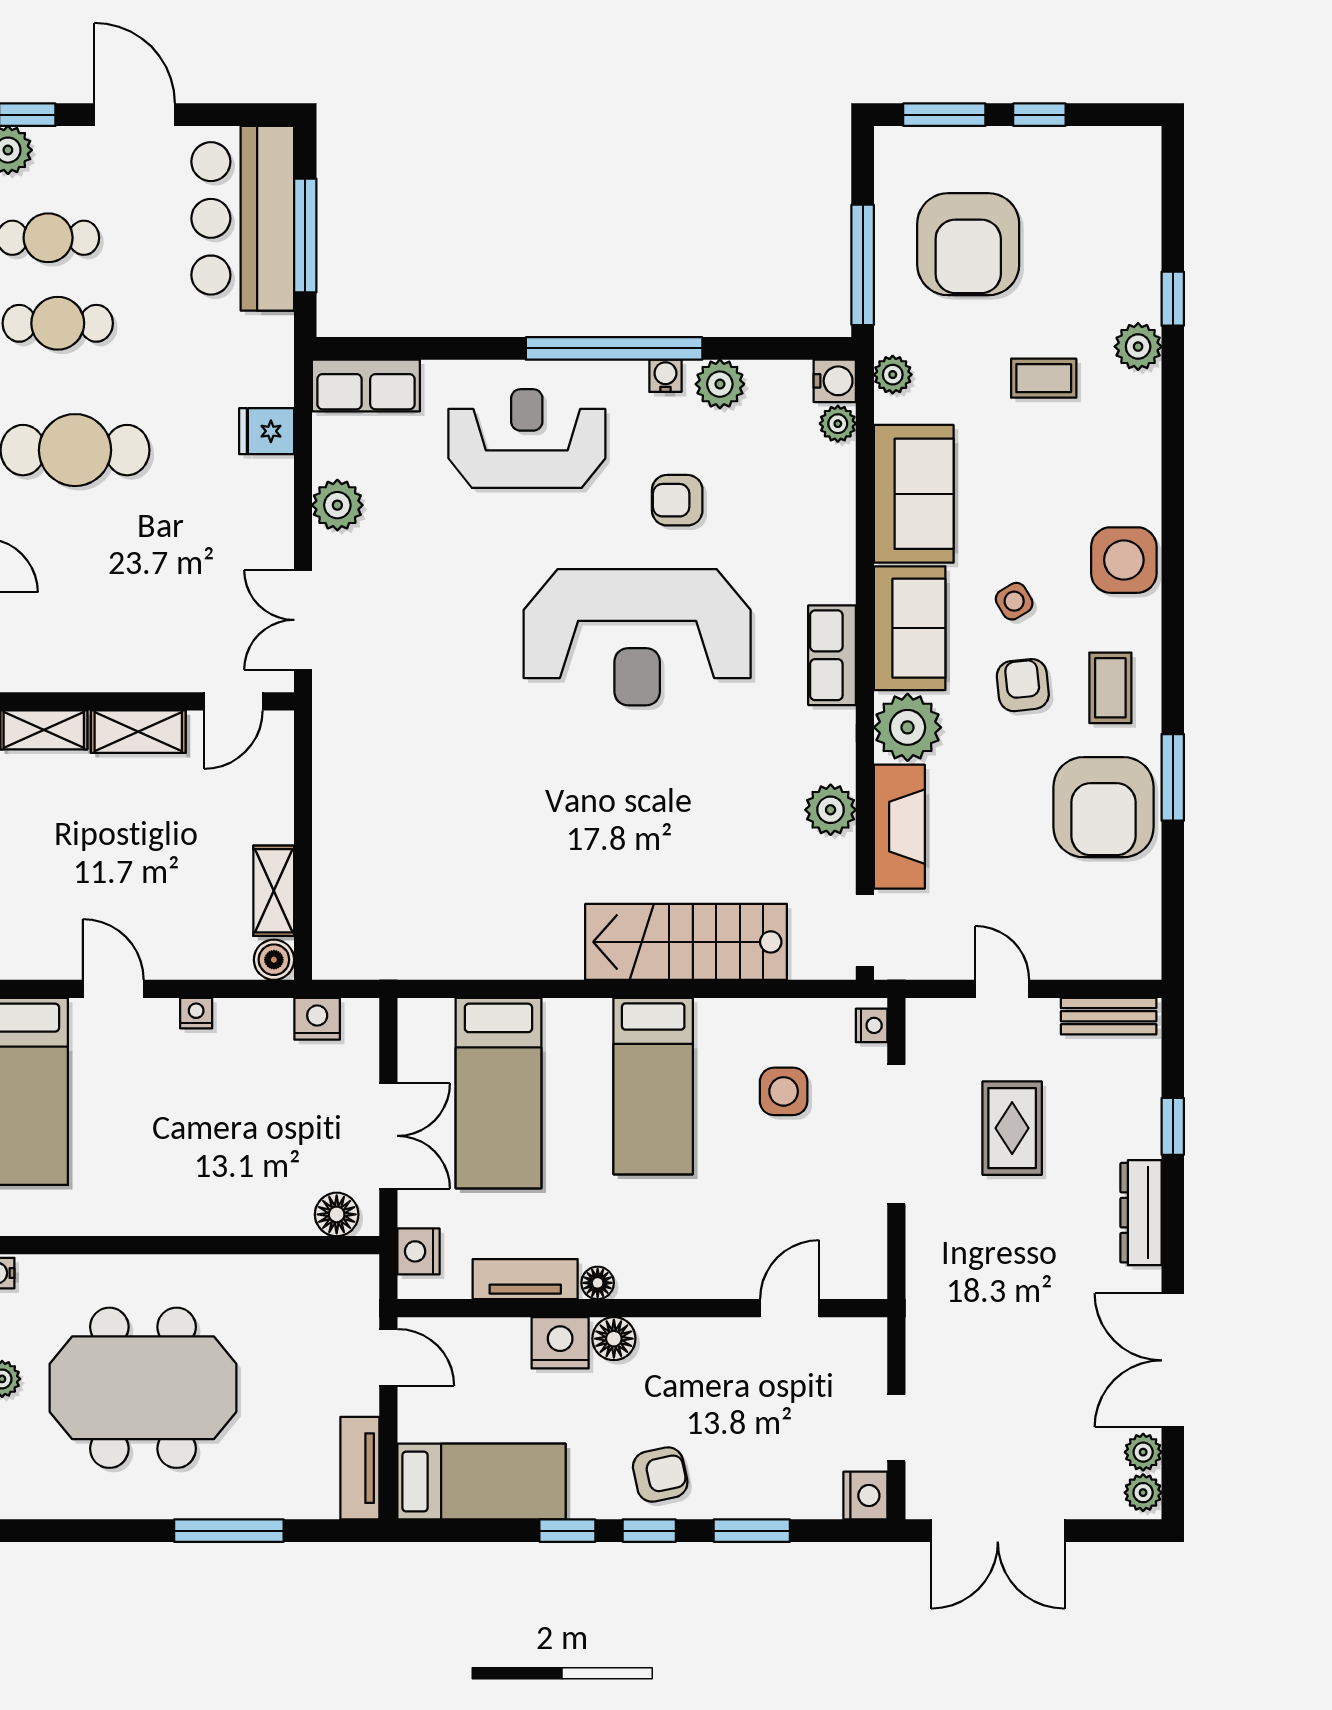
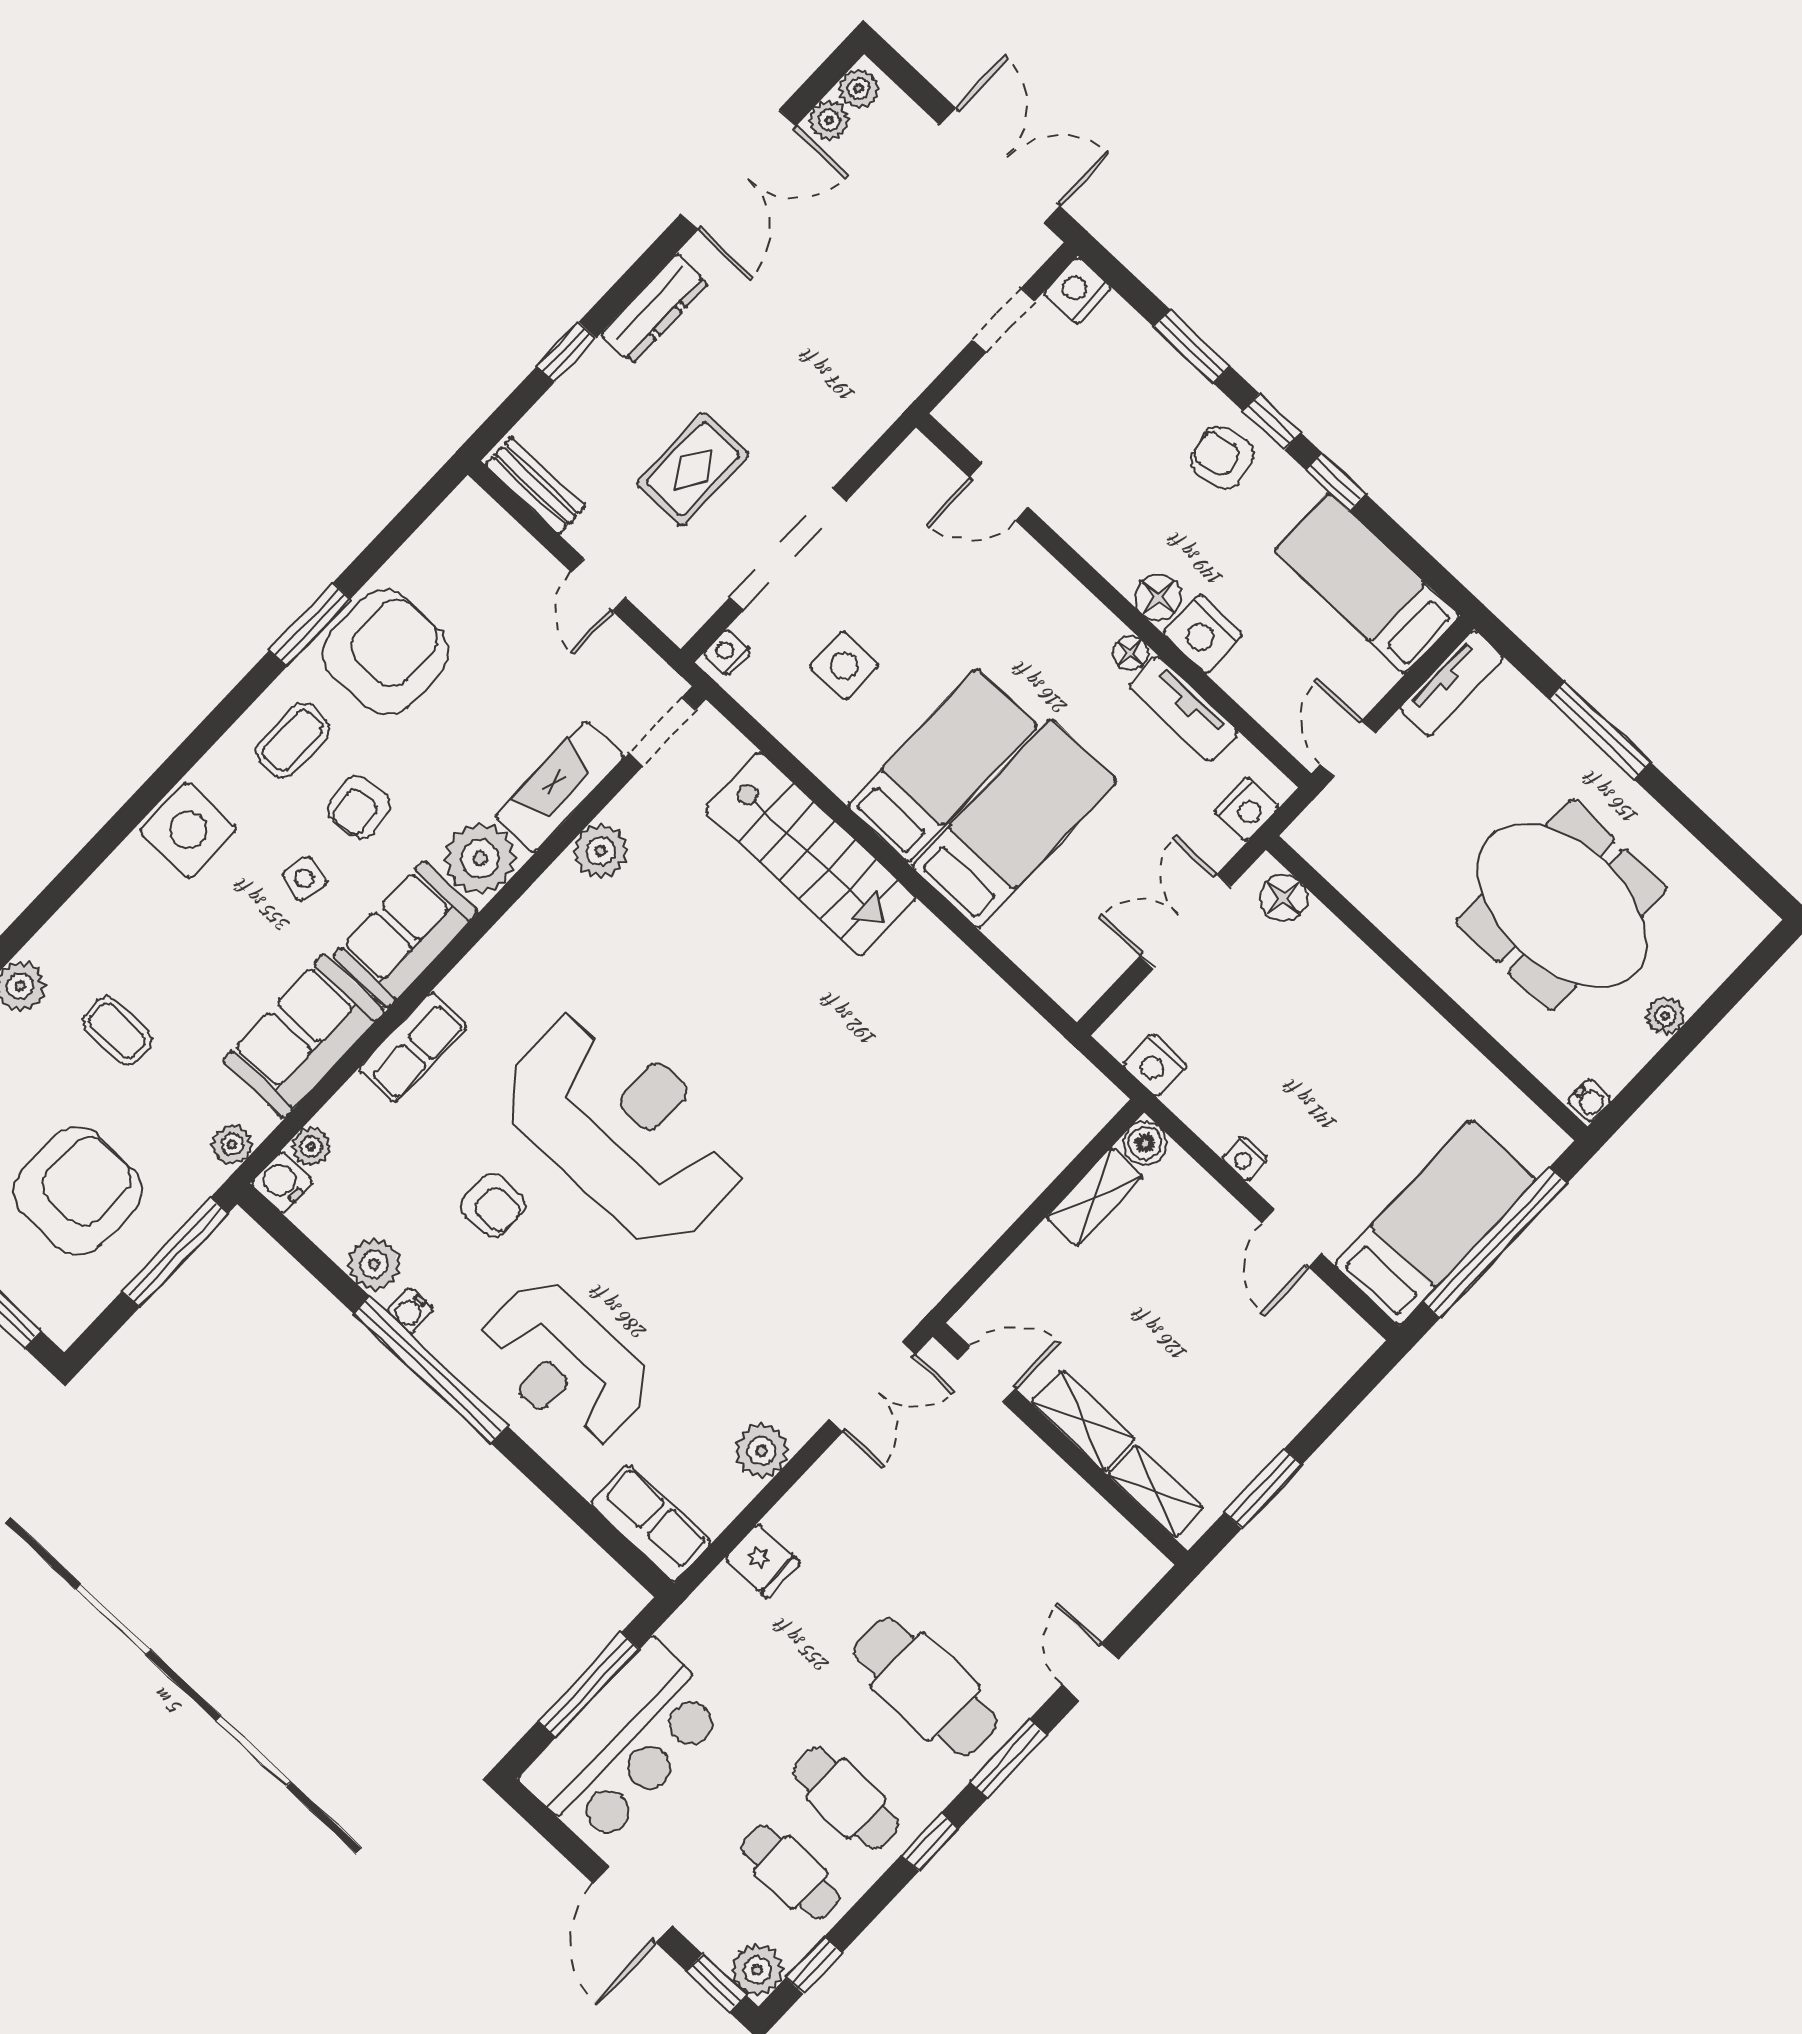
side table: (1014, 601) -> (304, 879), turned 45
row of seats: (832, 655) -> (413, 1048), moved
bed: (498, 1093) -> (1014, 823), moved

